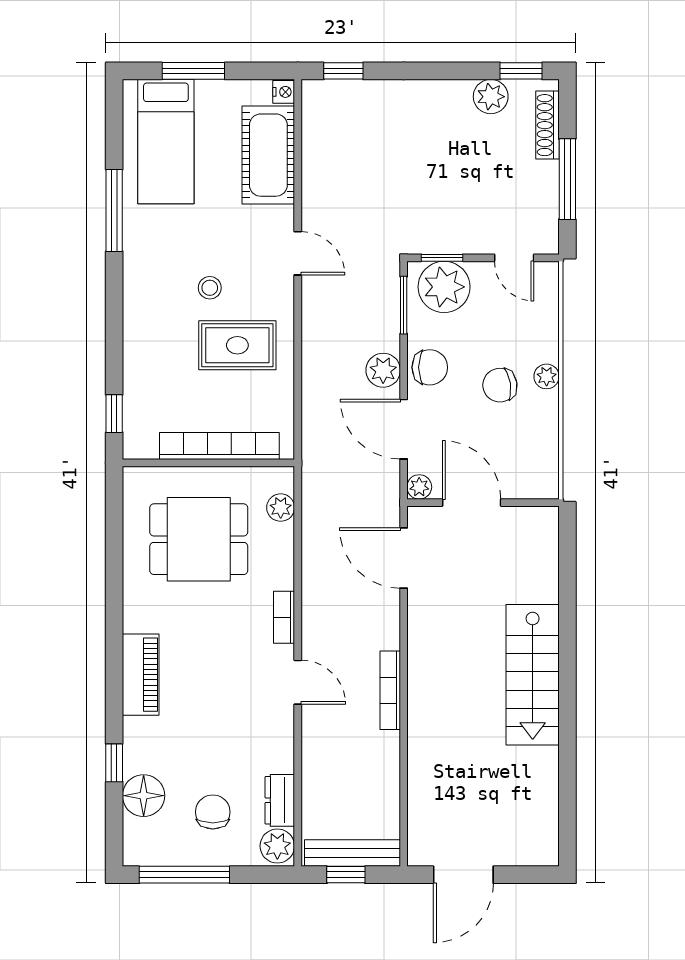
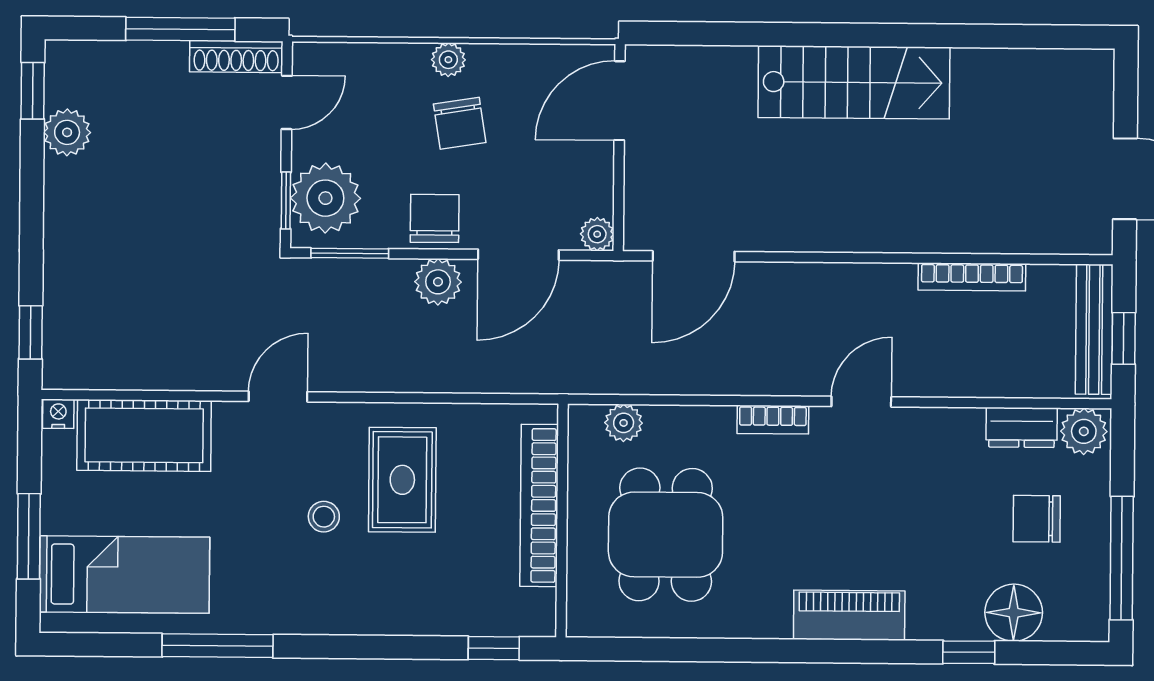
shoe rack: (547, 125) -> (236, 57), moved
door: (472, 503) -> (620, 101), moved
bookcase: (390, 690) -> (972, 277), moved

